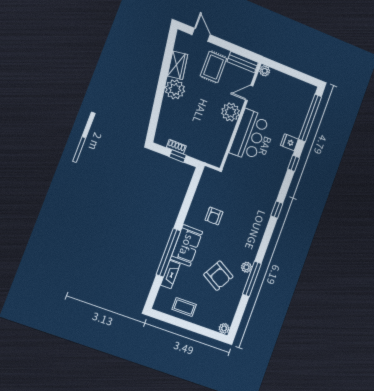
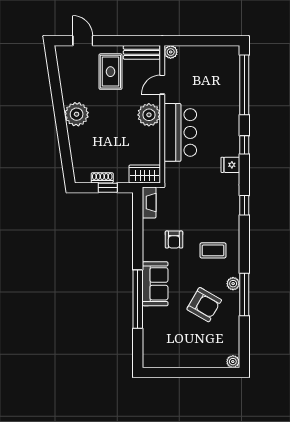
wardrobe: (178, 65) -> (145, 174), moved, turned -82
fridge: (289, 142) -> (230, 165), moved
fireplace: (170, 275) -> (149, 202), moved
coffee table: (184, 307) -> (213, 250), moved

